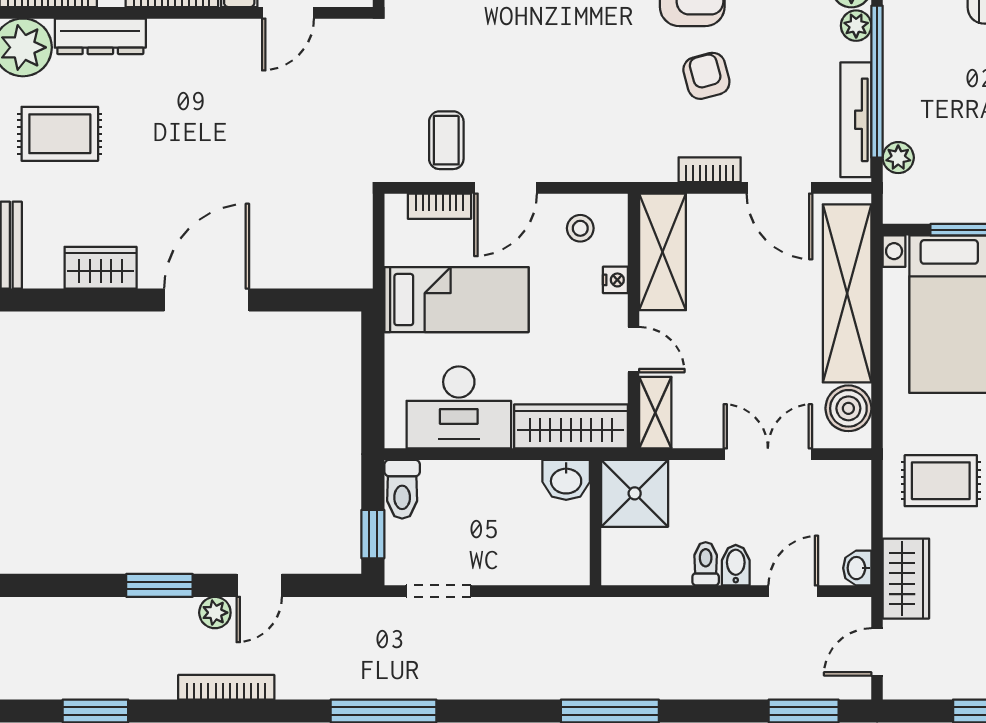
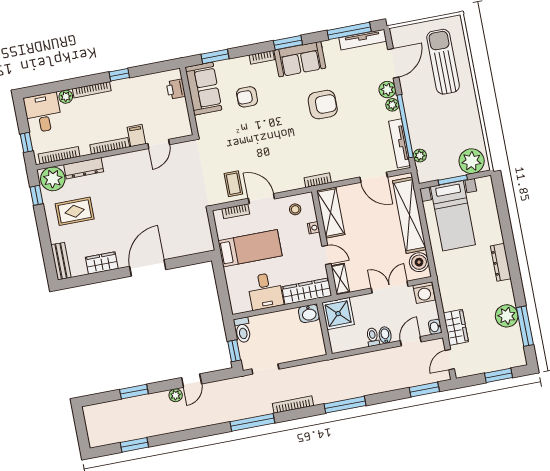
armchair: (706, 76) -> (335, 137), removed
bookcase: (710, 170) -> (318, 180), moved
door: (506, 188) -> (261, 199), swing flipped
desk: (459, 407) -> (265, 291), width x0.73
rug: (941, 481) -> (463, 285), removed
washing machine: (847, 483) -> (424, 293), added
window: (159, 585) -> (134, 392), moved
bookcase: (226, 687) -> (293, 405), moved

